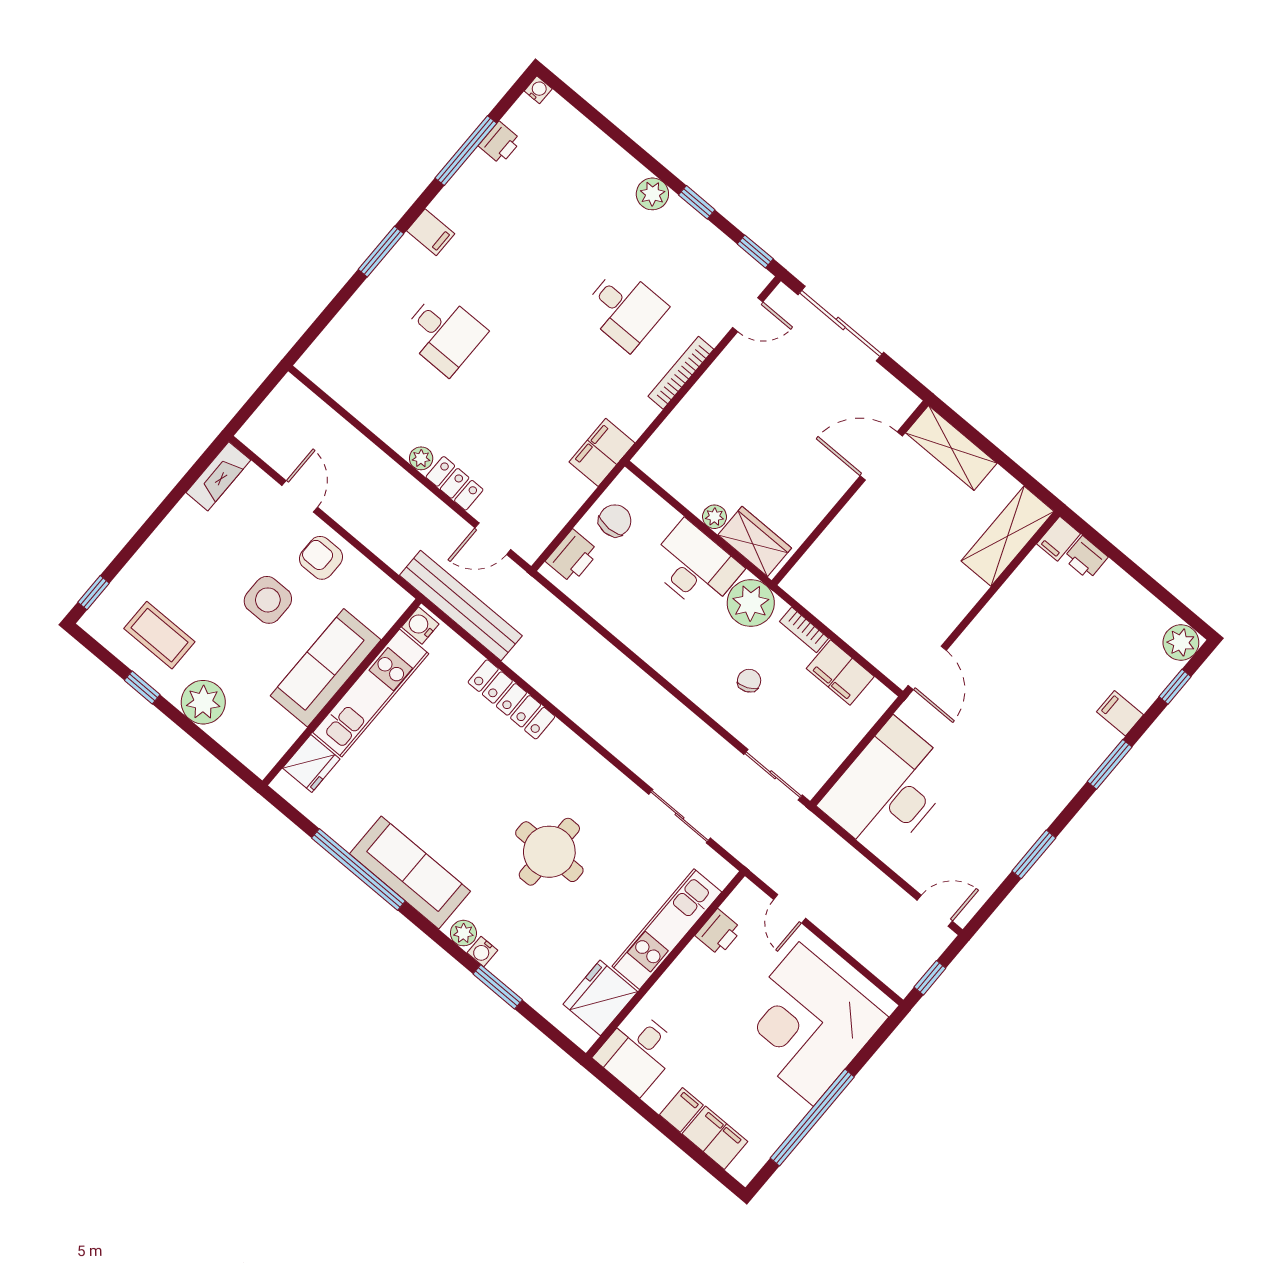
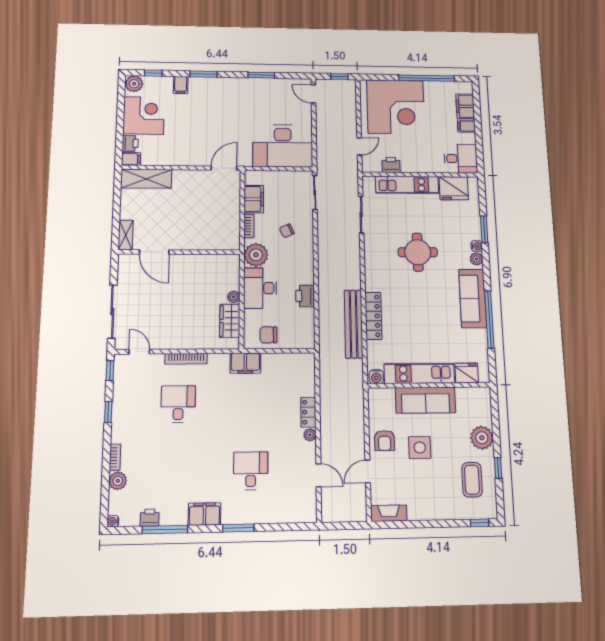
bookcase: (625, 162) -> (115, 457), added
plant: (652, 194) -> (118, 481), moved
filing cabinet: (431, 232) -> (204, 514), width x2.00
shelving: (951, 448) -> (126, 235), width x0.67, depth x0.75
door: (493, 539) -> (319, 475), moved
wardrobe: (755, 541) -> (230, 321), moved
printer: (572, 556) -> (305, 296), moved, turned -90
bench: (461, 606) -> (354, 324), moved
corner desk: (1115, 615) -> (144, 115), added

